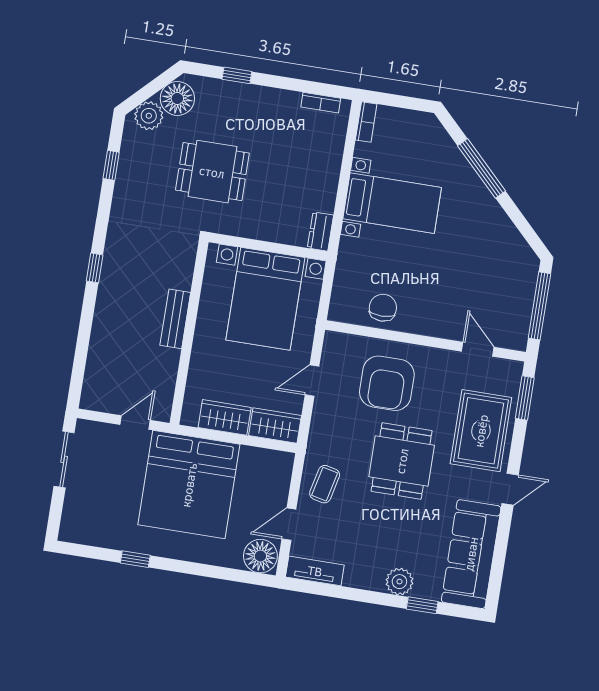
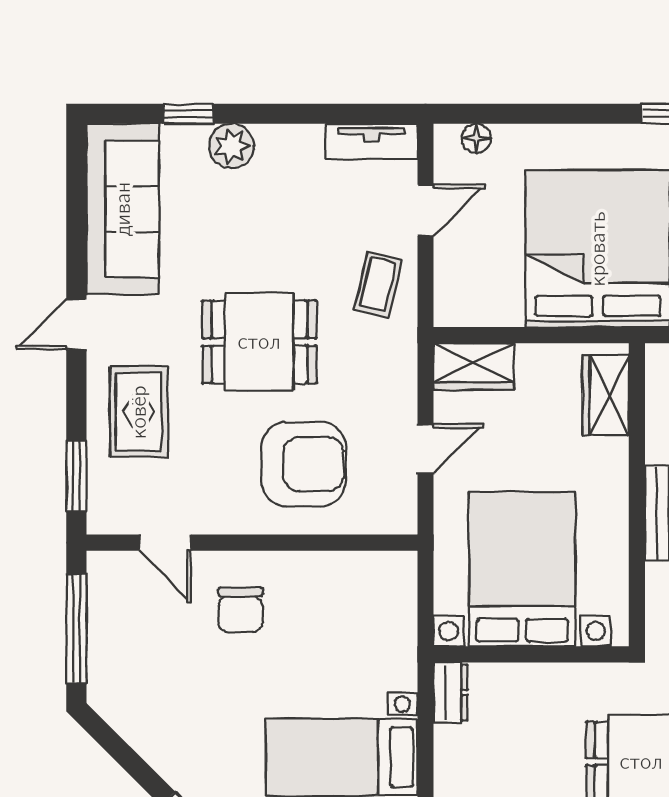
chair: (383, 308) -> (240, 610), moved
armchair: (387, 383) -> (303, 464), turned 90
wardrobe: (225, 417) -> (606, 395), moved, turned 90
rug: (481, 431) -> (139, 412), width x0.73, depth x0.70
dining table: (402, 461) -> (259, 342), turned 90
floor lamp: (260, 556) -> (476, 138), width x0.53, depth x0.53

